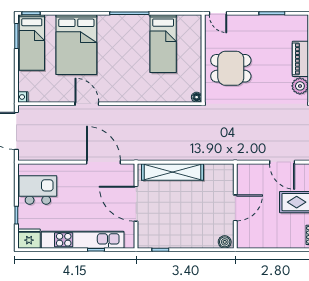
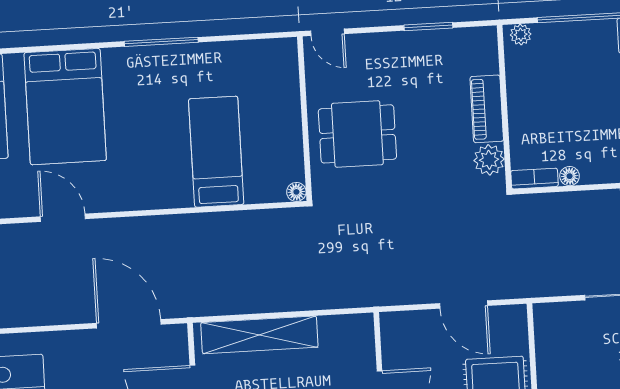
bed: (163, 44) -> (216, 152), moved, turned 180
door: (87, 104) -> (63, 218), moved

